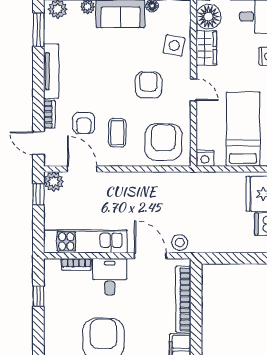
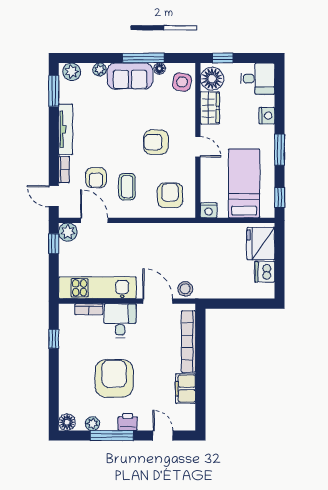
side table: (174, 45) -> (182, 82), moved
armchair: (148, 85) -> (156, 142), turned -90
armchair: (163, 142) -> (170, 195), width x0.73, depth x0.73

